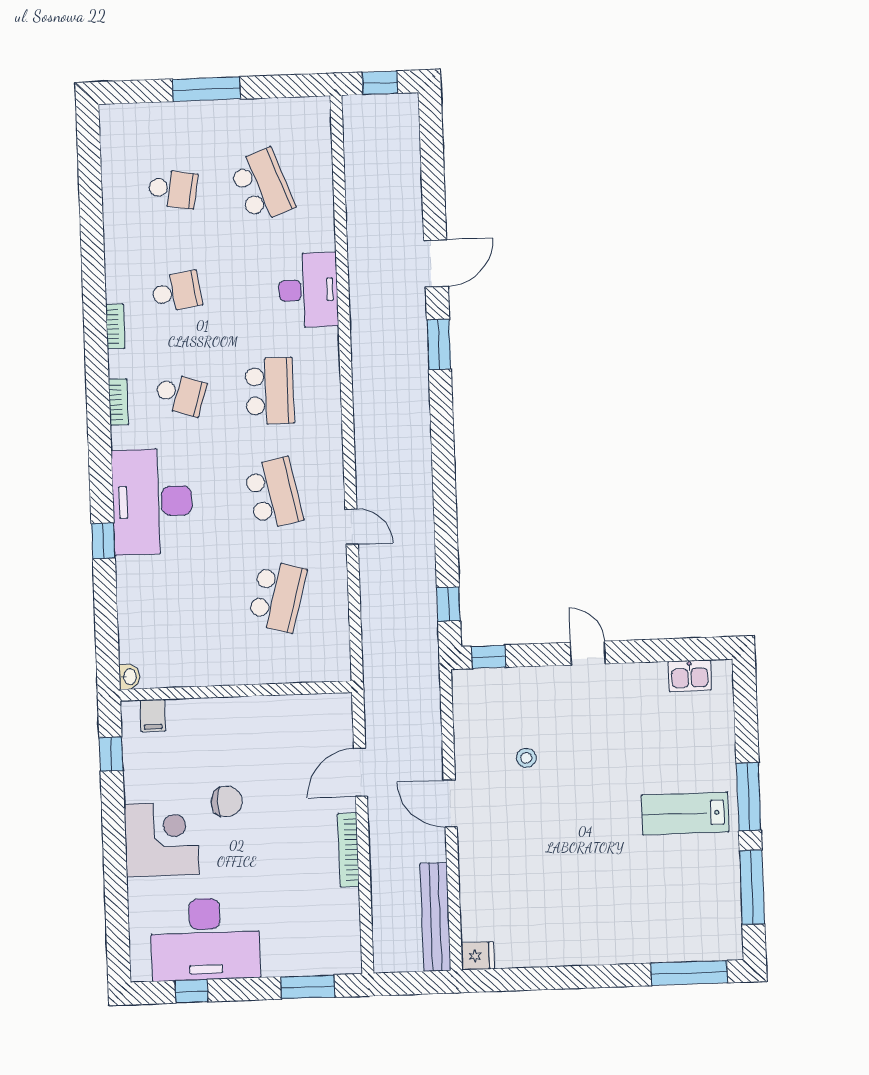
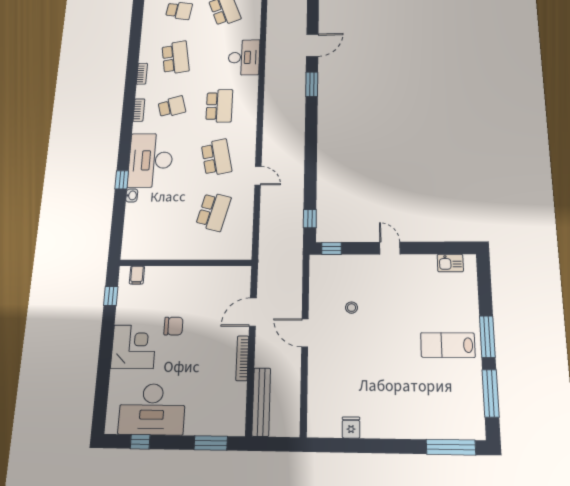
school desk: (177, 292) -> (176, 58), width x1.85
school desk: (180, 394) -> (172, 107), turned -33
washbasin: (129, 677) -> (132, 195), moved
bench: (435, 917) -> (261, 402), moved
fridge: (478, 956) -> (351, 427), moved, turned -90

